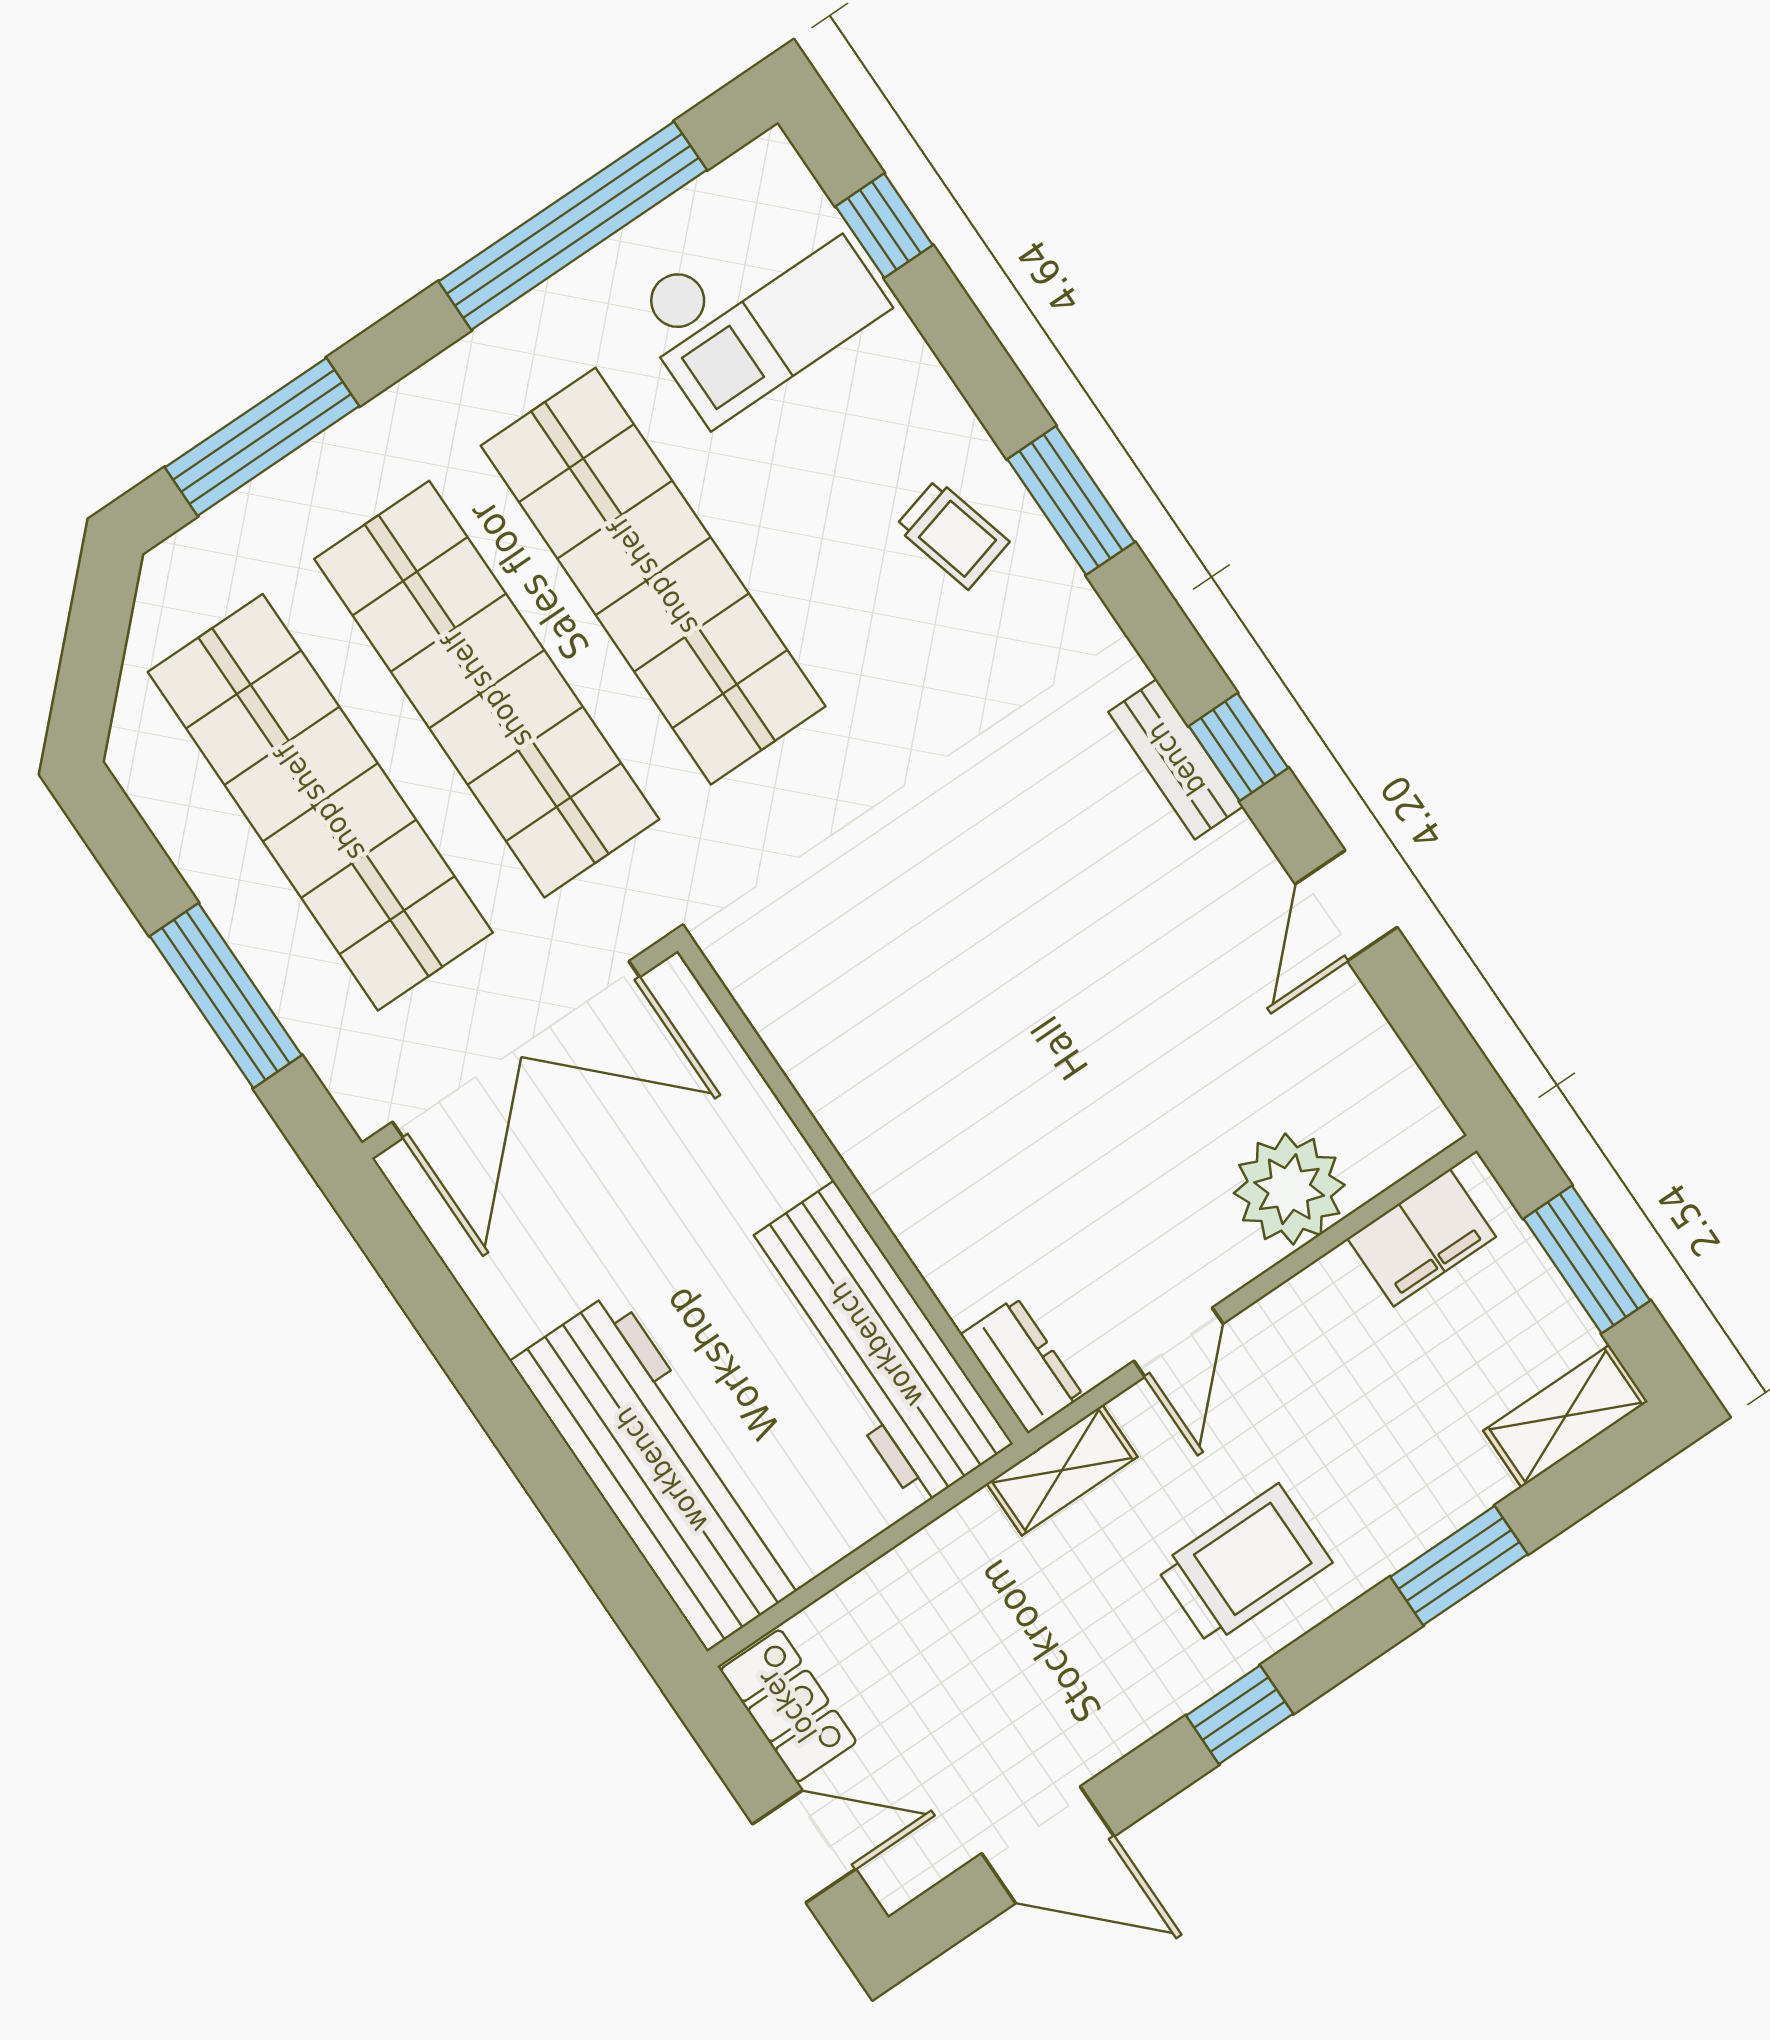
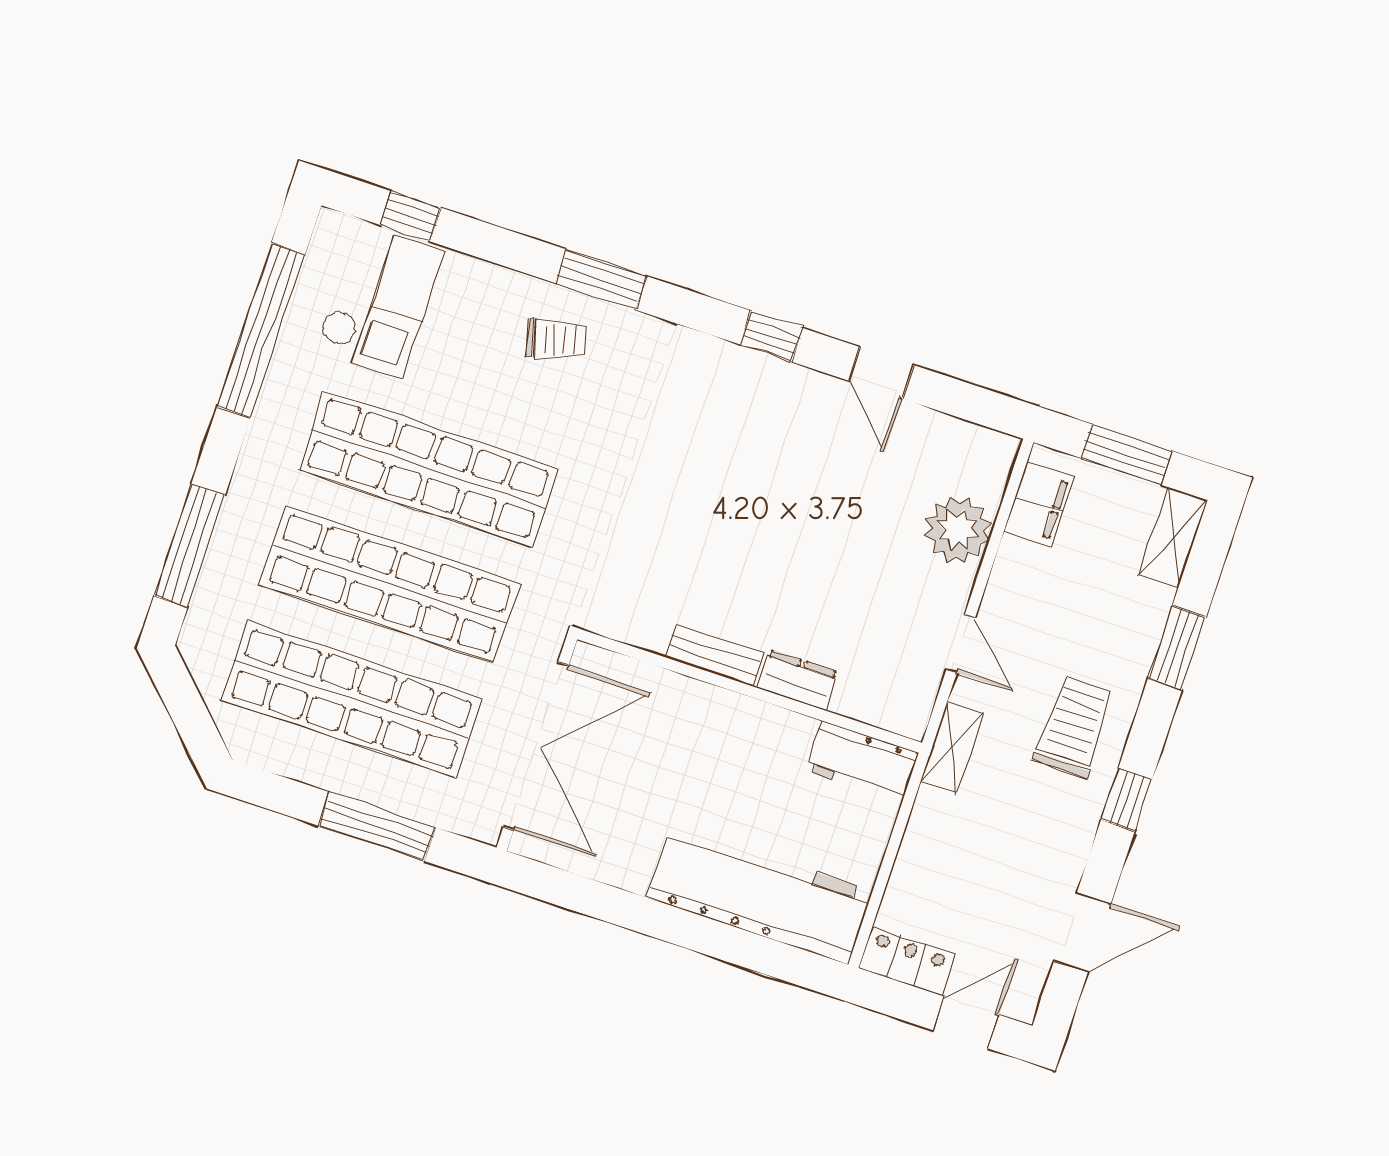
bench: (1176, 759) -> (715, 655), moved
workbench: (876, 1345) -> (862, 762), width x0.53, depth x0.76
dresser: (1022, 1365) -> (797, 680), moved

